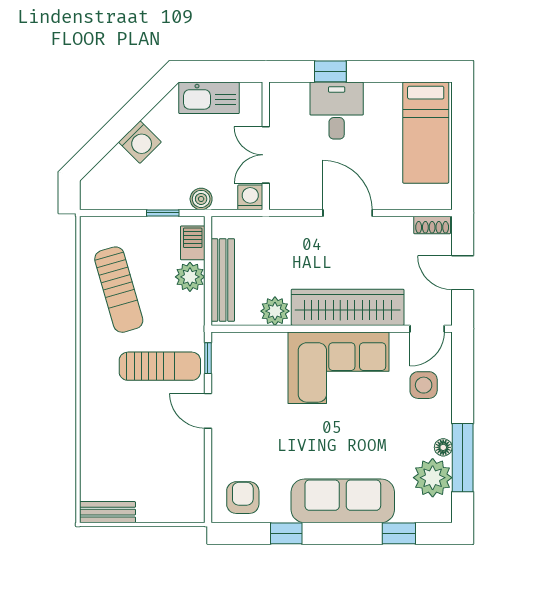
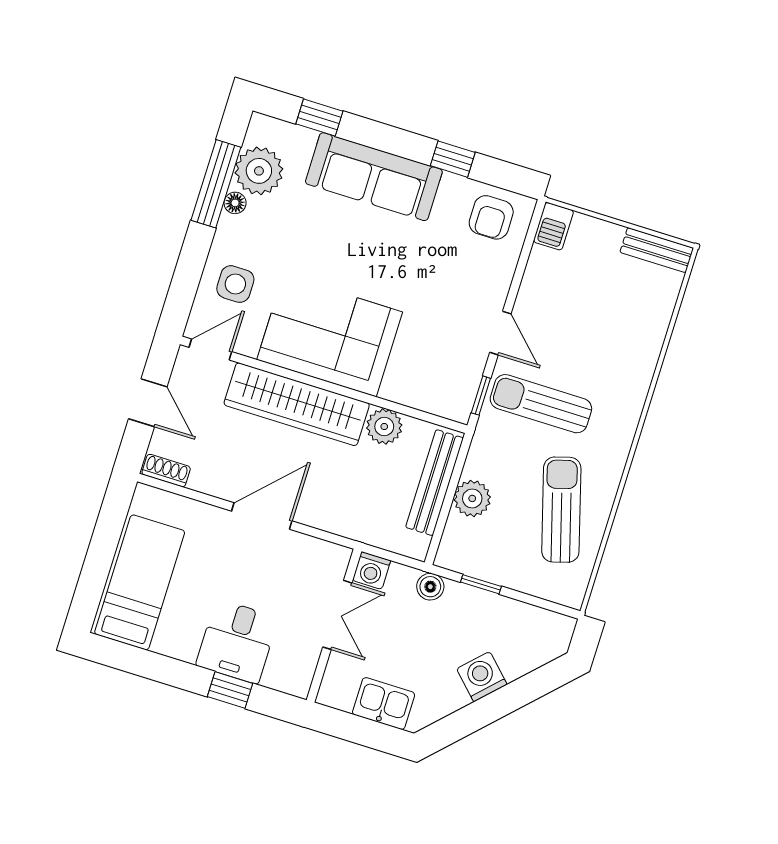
kitchen sink: (209, 98) -> (384, 704), width x0.73
door: (348, 213) -> (262, 516), swing flipped
barbecue: (193, 243) -> (553, 226), moved

